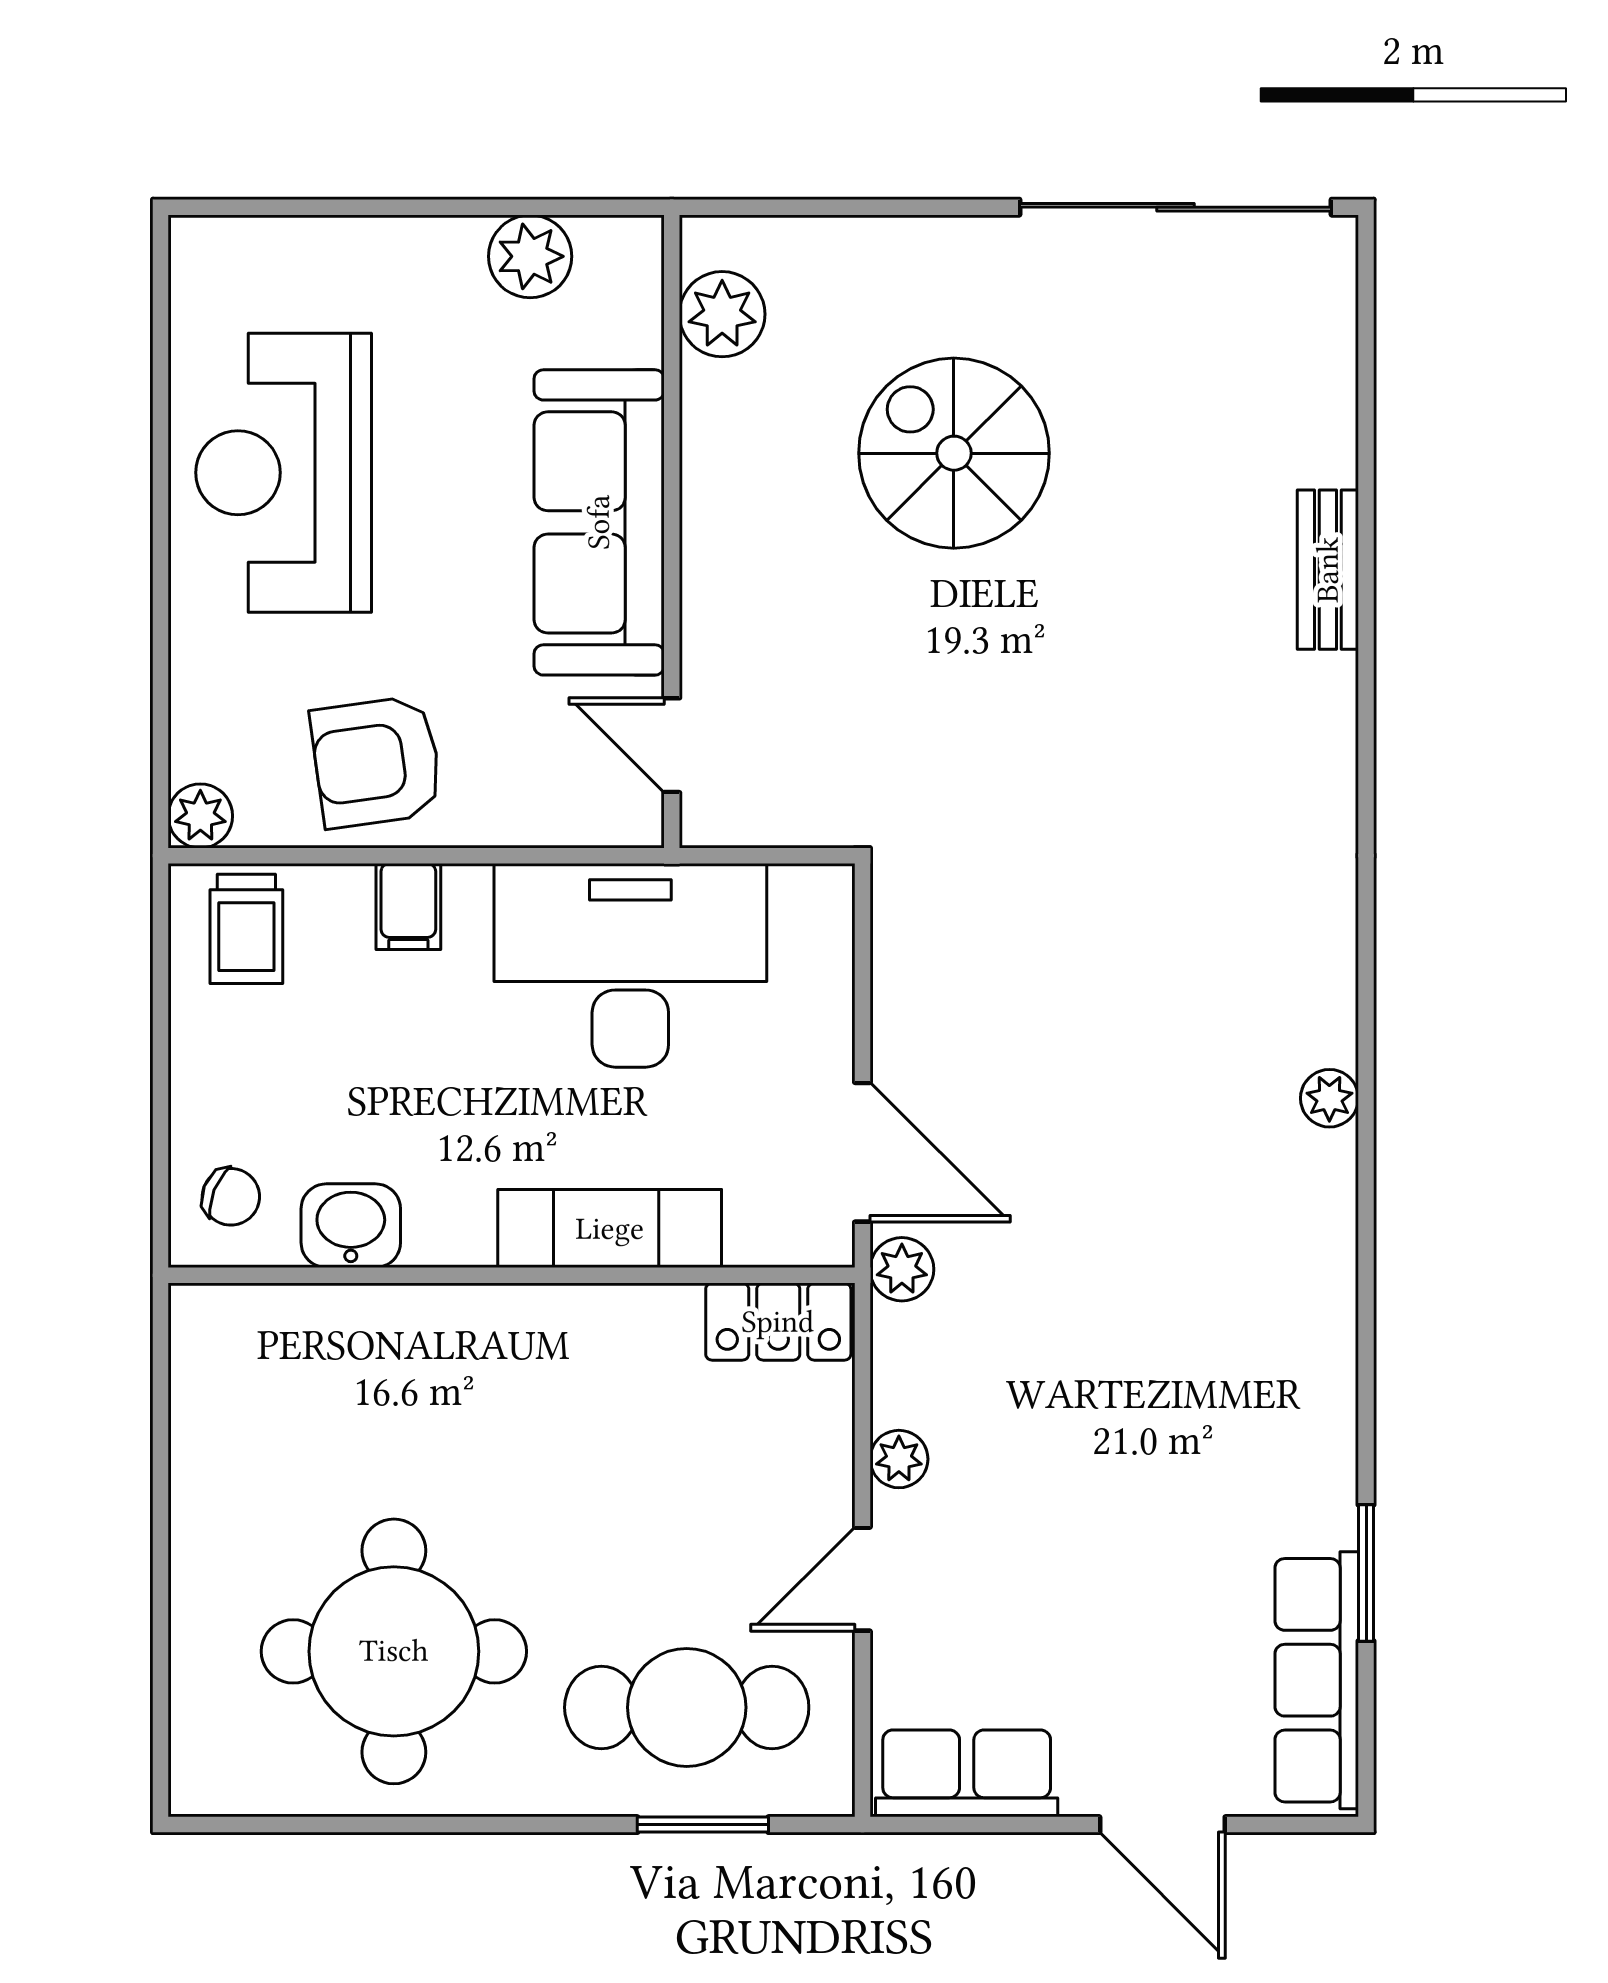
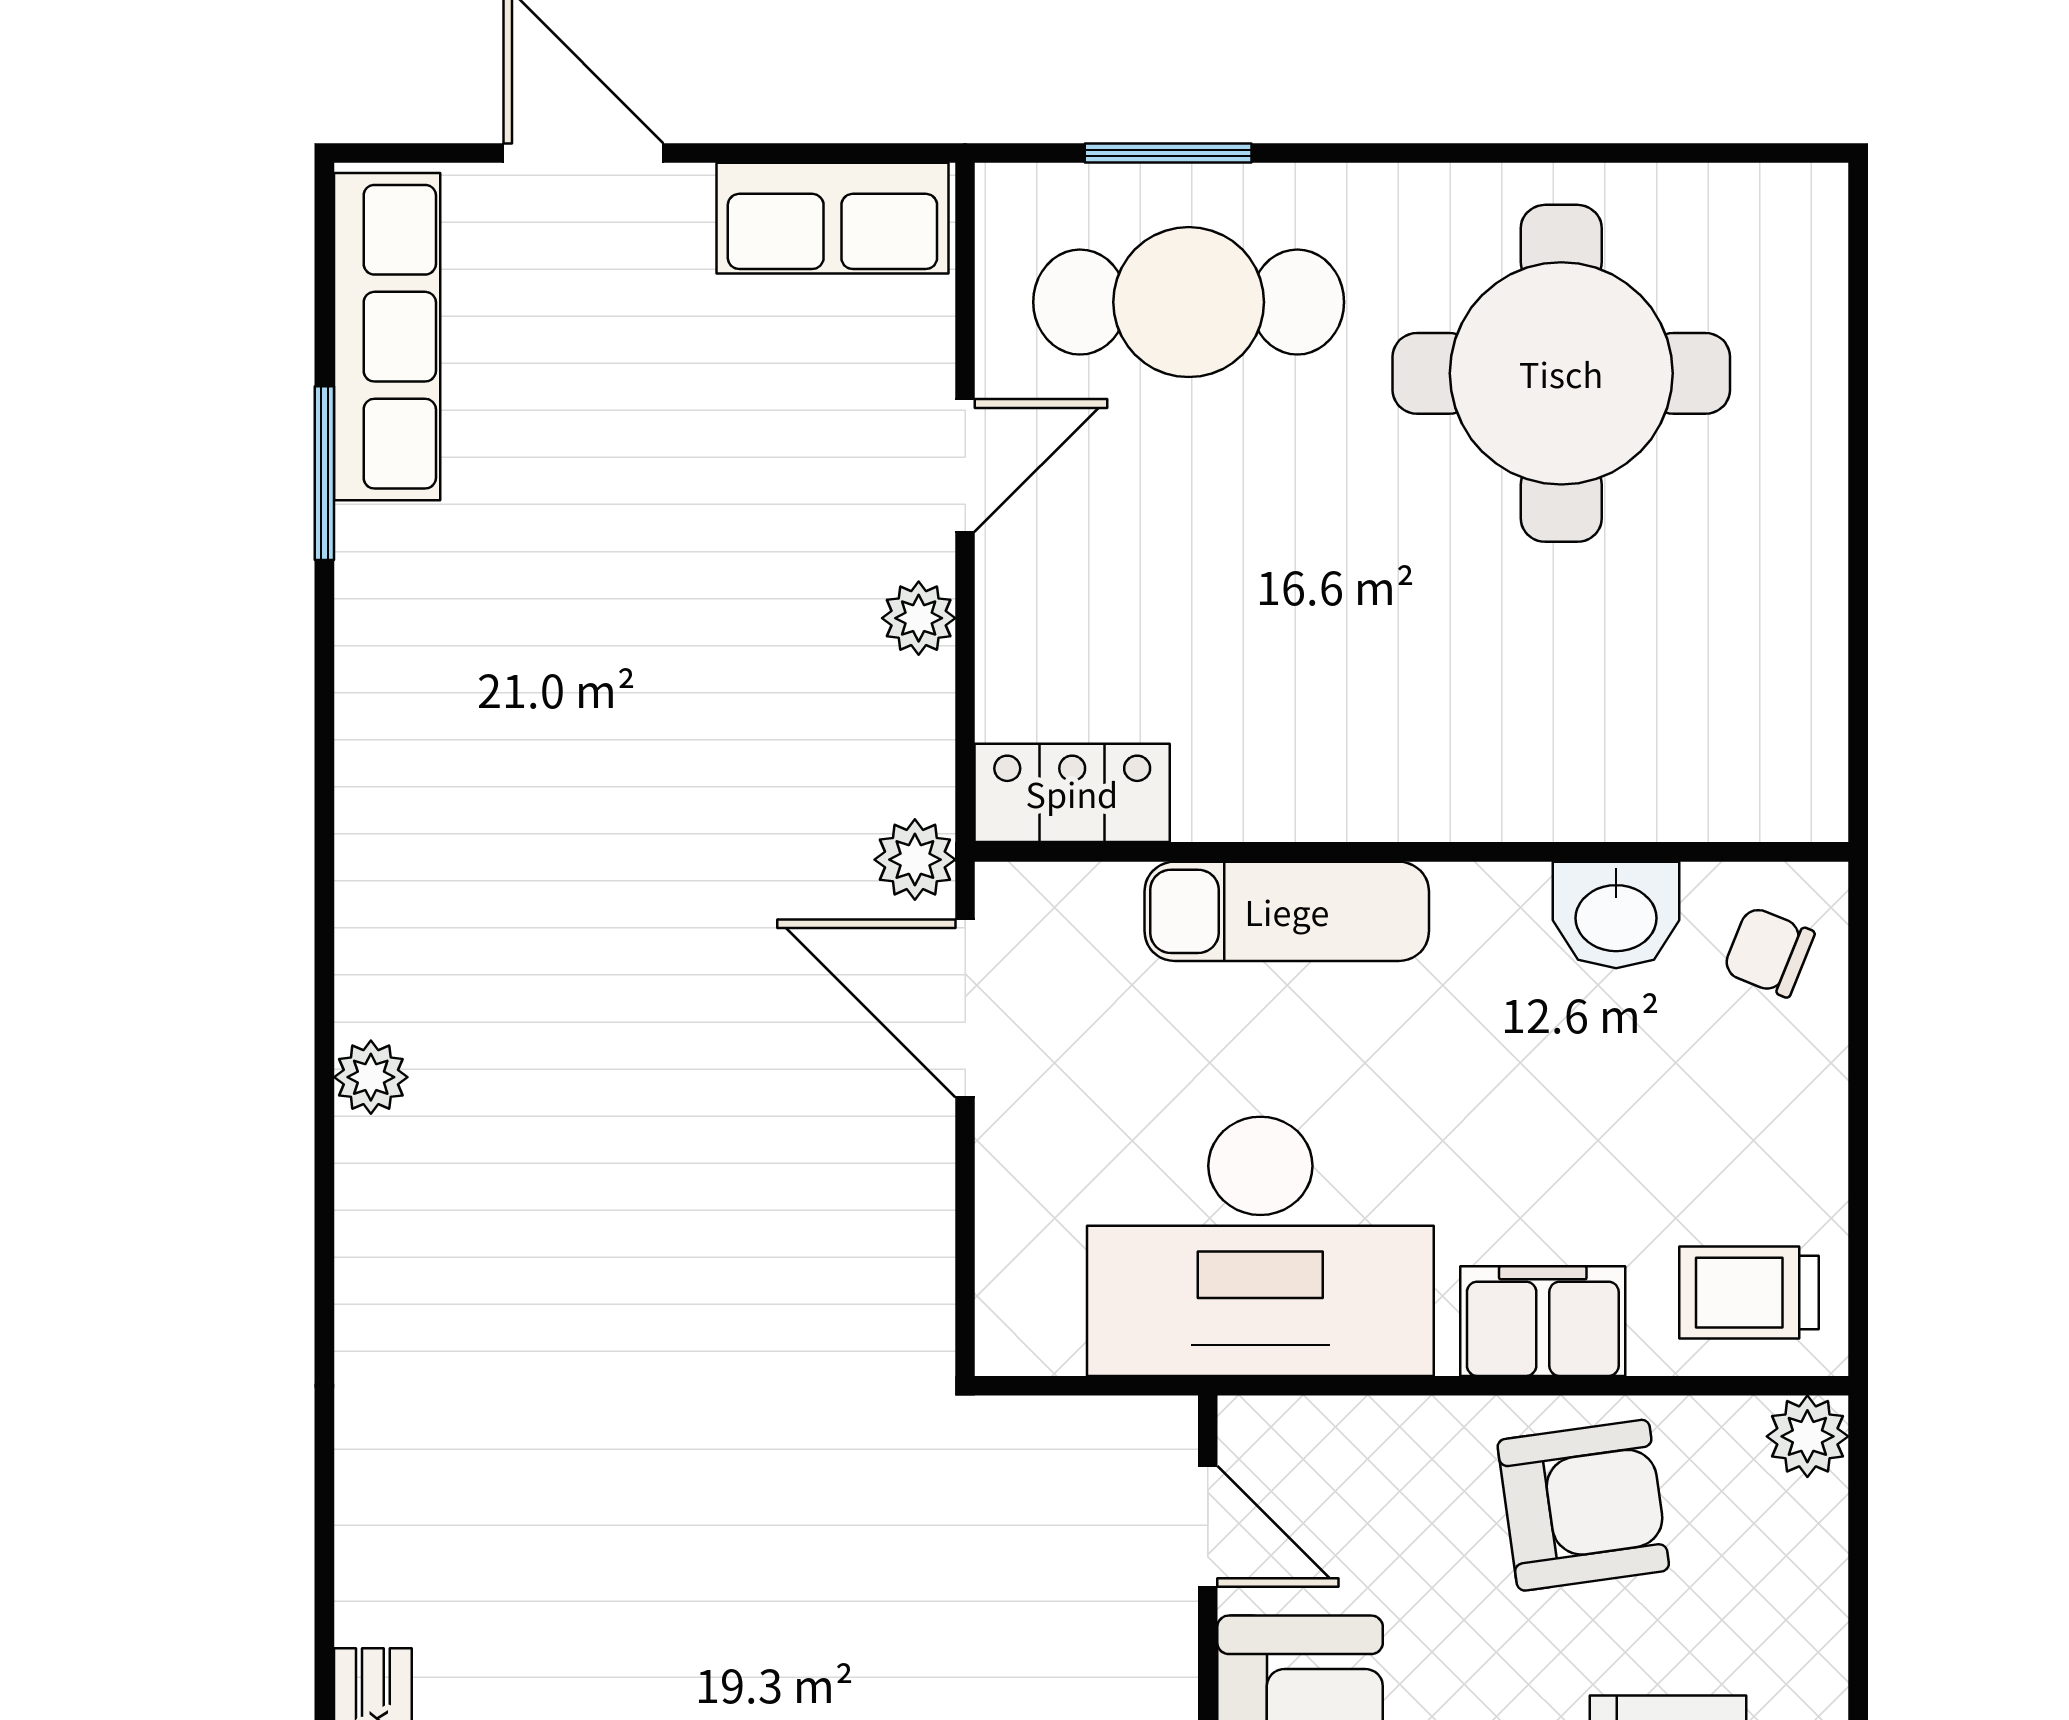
filing cabinet: (408, 906) -> (1543, 1321), width x2.00
trolley: (246, 929) -> (1749, 1293), turned -90

